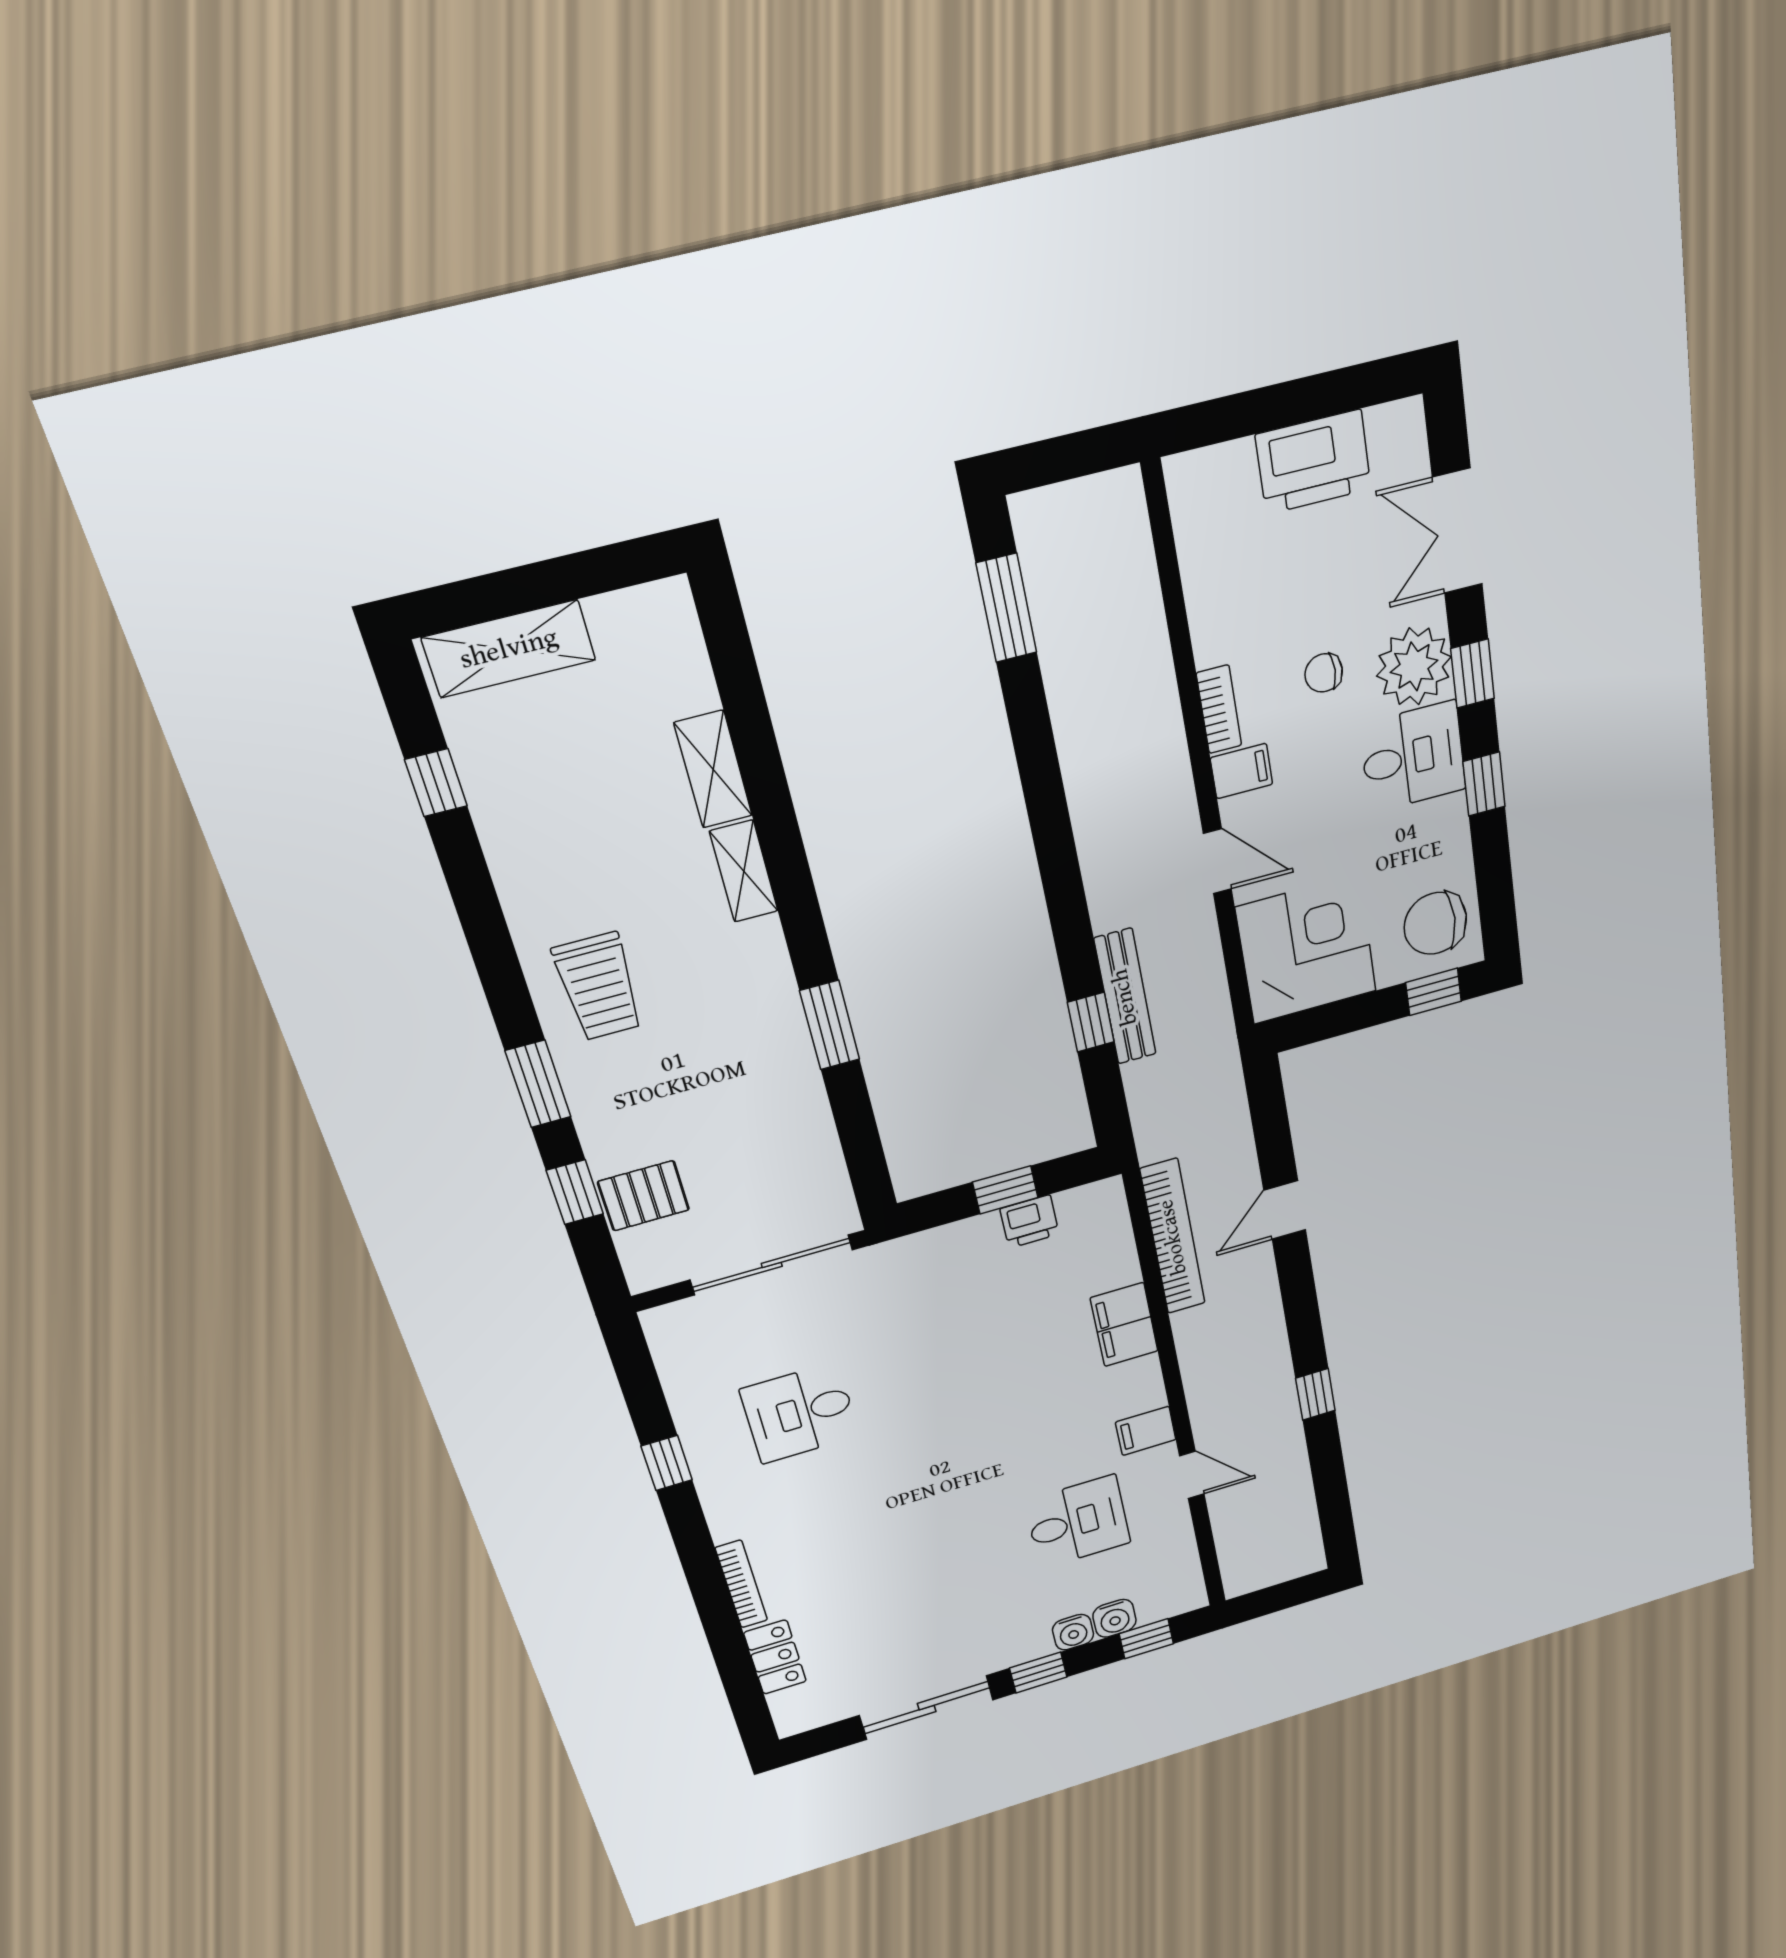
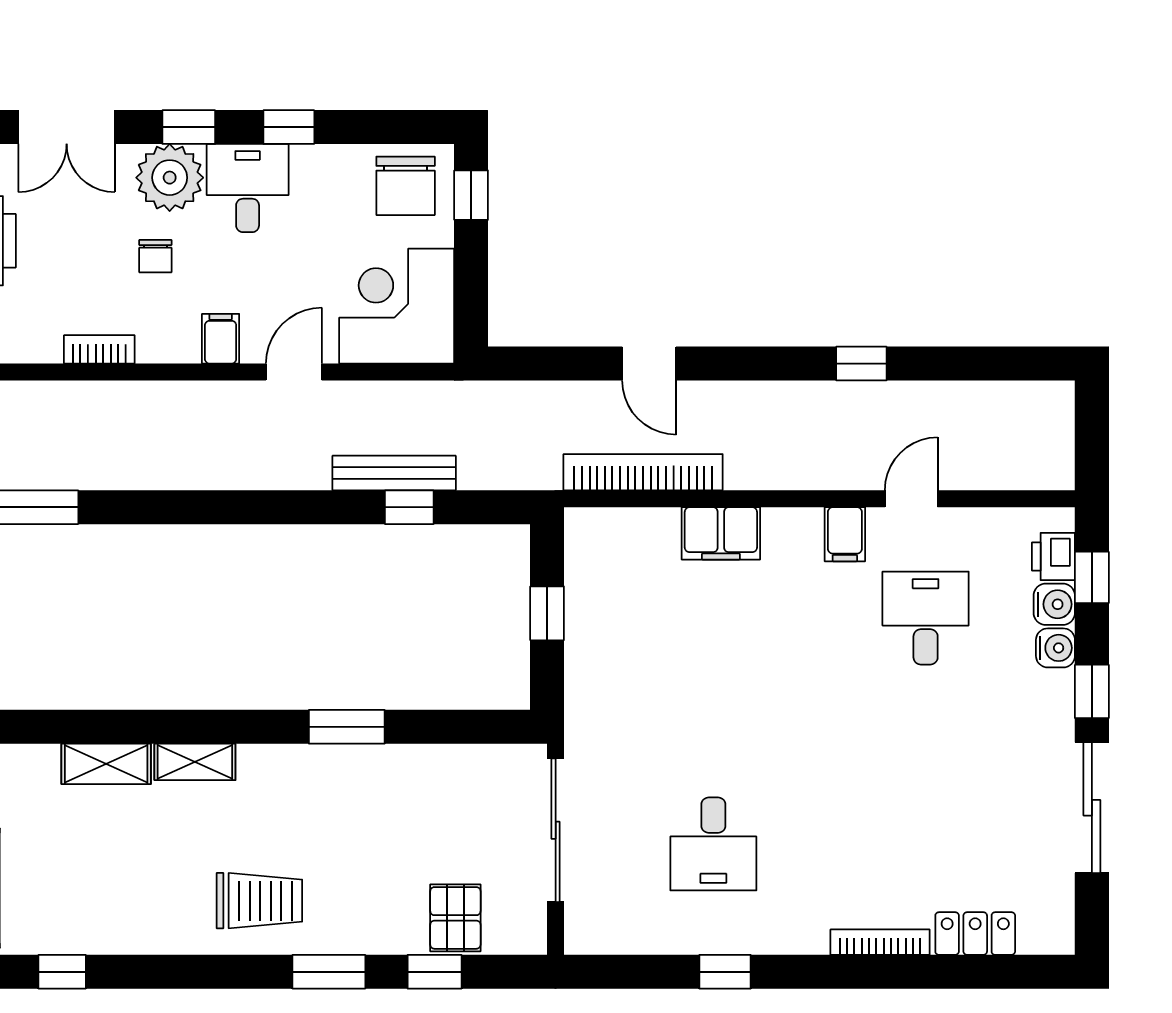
bookcase: (1219, 709) -> (99, 349), moved
printer: (1030, 1222) -> (1053, 556), moved, turned 180

